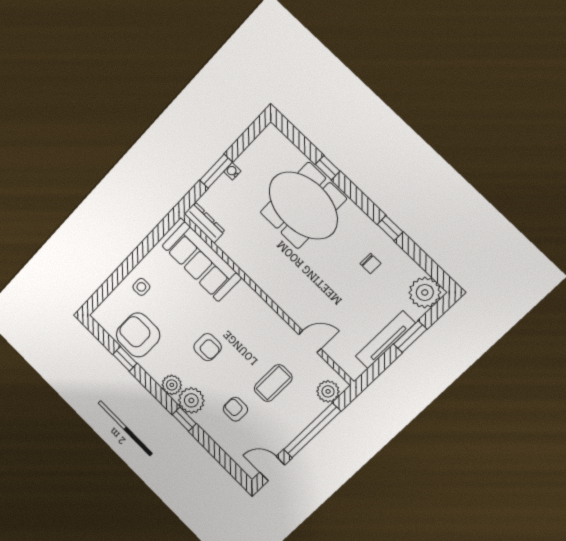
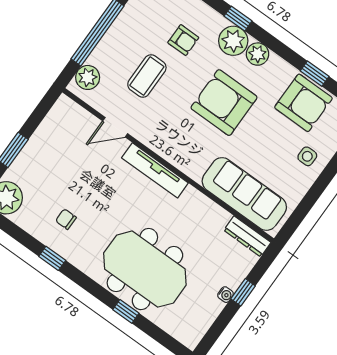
window: (216, 171) -> (243, 292), width x0.67
tv unit: (385, 340) -> (155, 170), moved, turned 90
armchair: (208, 347) -> (224, 103), width x1.88, depth x1.88

